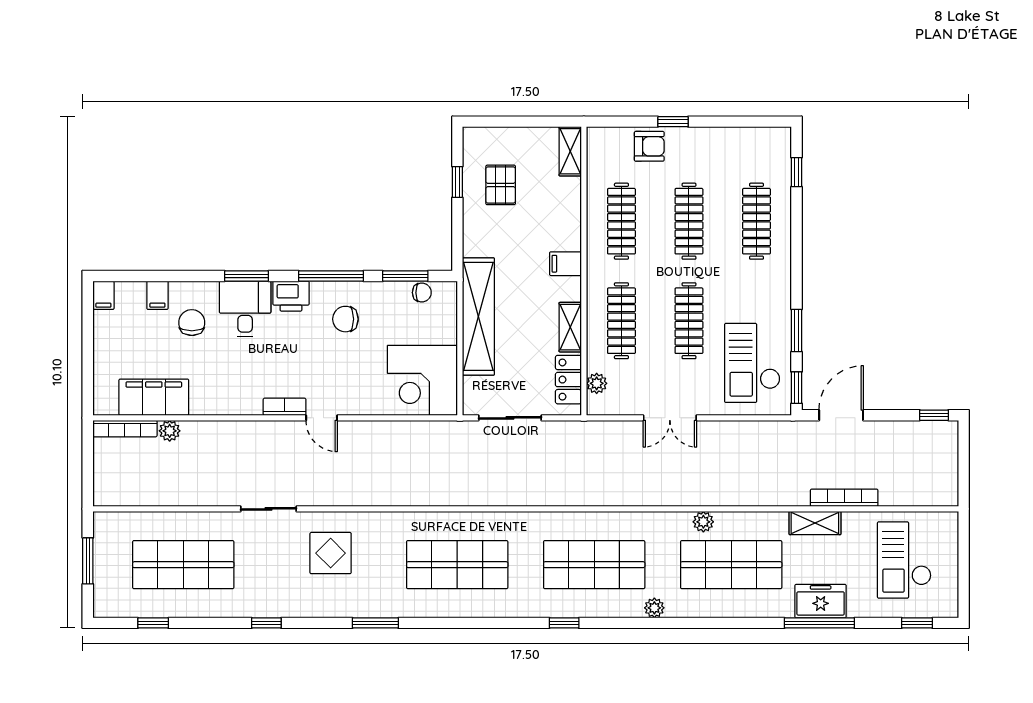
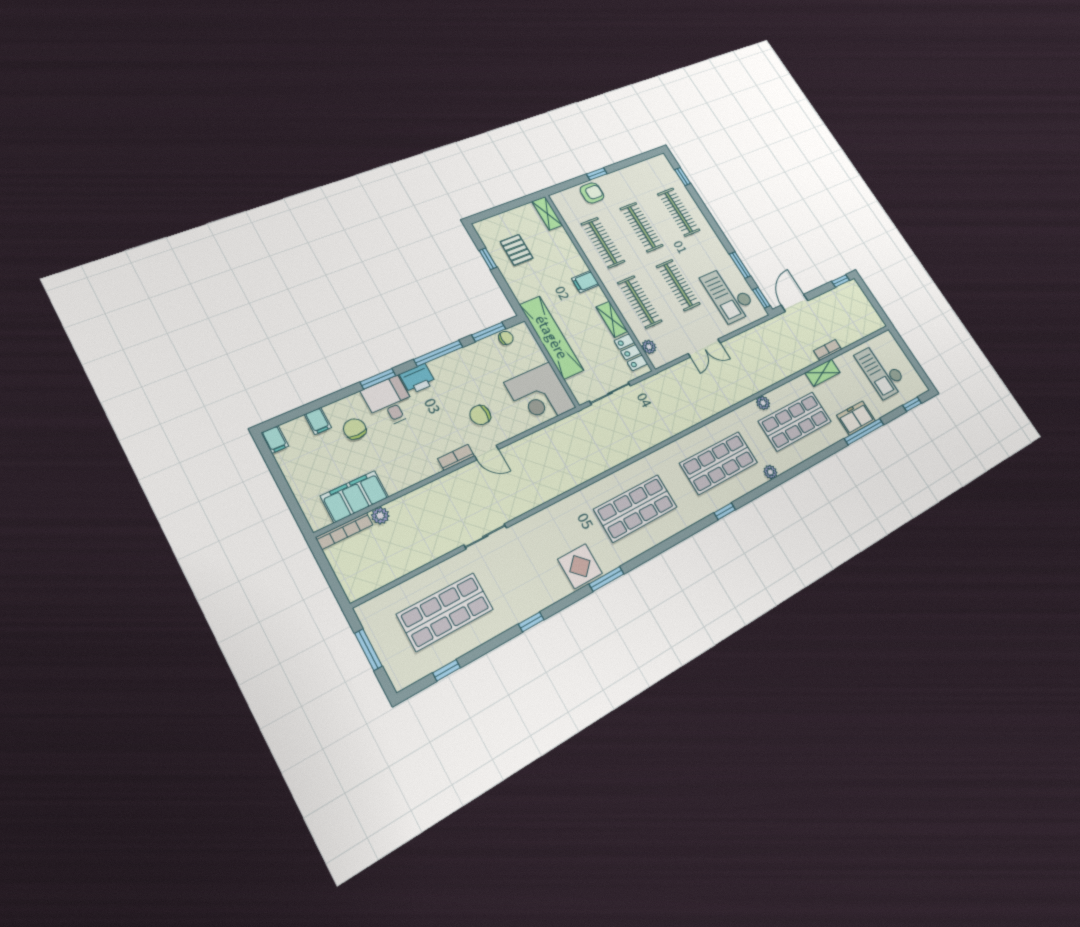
chair: (345, 319) -> (480, 415), moved
bookcase: (844, 498) -> (828, 350), width x0.64
display table: (331, 553) -> (580, 566), moved

